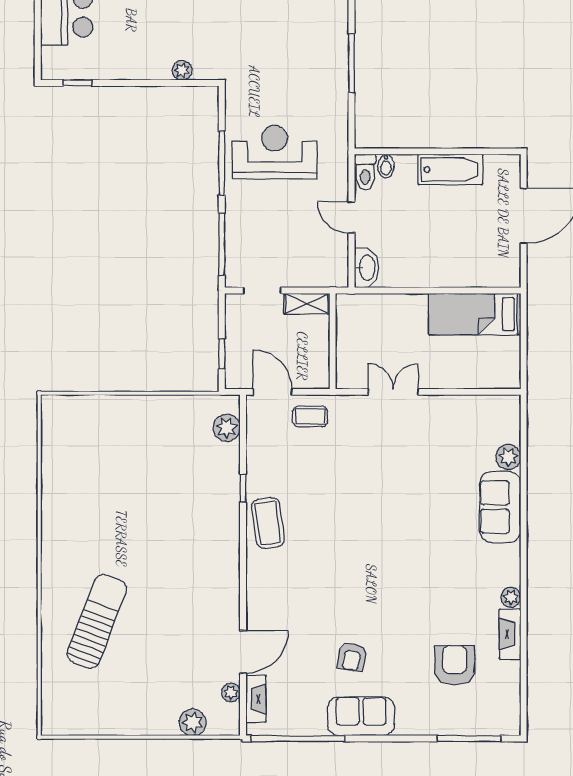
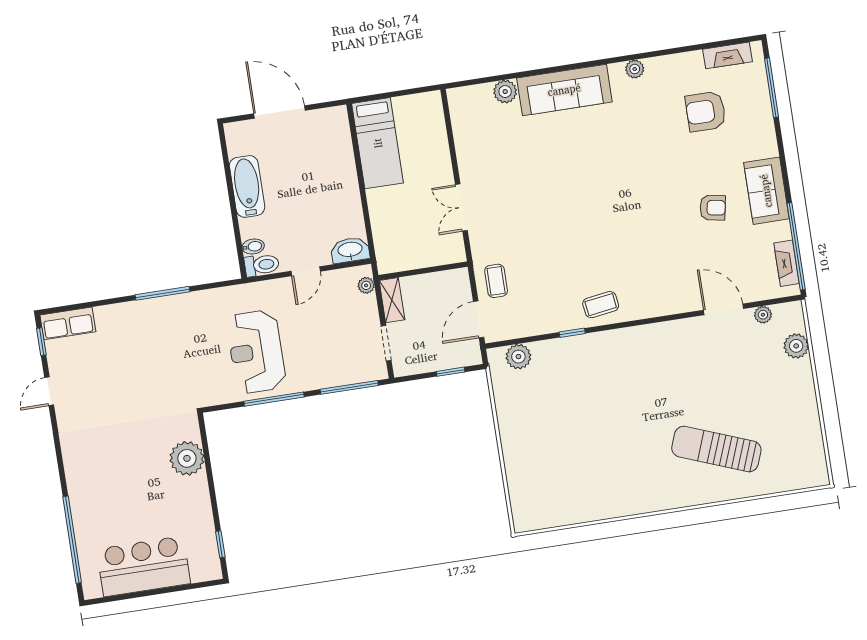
plant: (182, 70) -> (187, 458), width x1.88, depth x1.88
plant: (327, 279) -> (366, 285), added
sofa: (500, 507) -> (564, 90), width x1.36
coffee table: (268, 523) -> (601, 305), width x0.73, depth x0.77
fireplace: (510, 634) -> (727, 55), moved
fireplace: (256, 699) -> (786, 263), moved, turned -90

